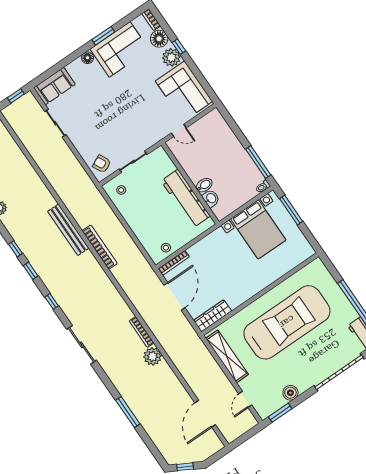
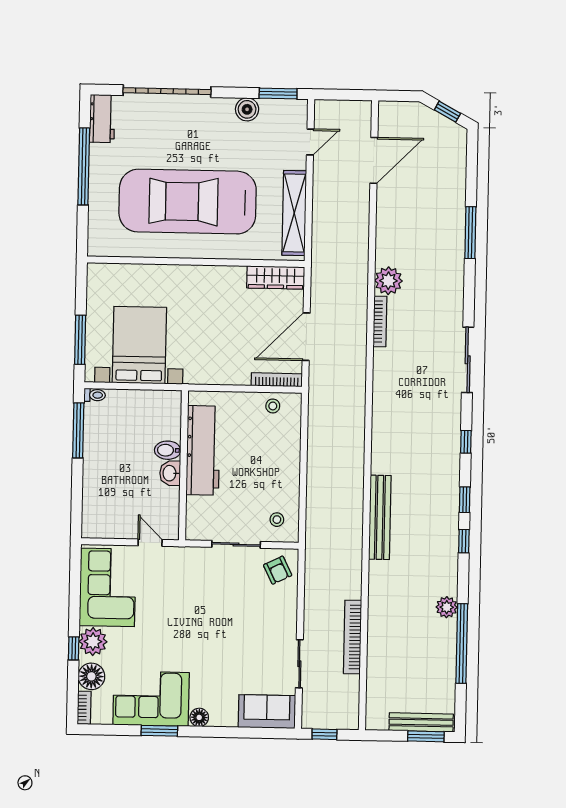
washbasin: (211, 198) -> (170, 473), moved
bookcase: (100, 247) -> (353, 637), moved

